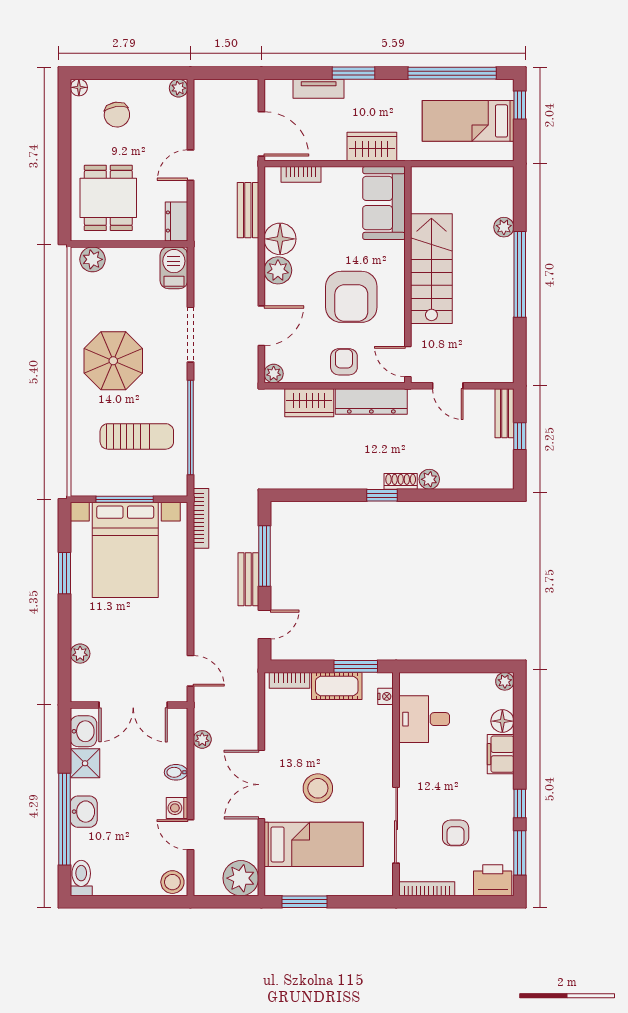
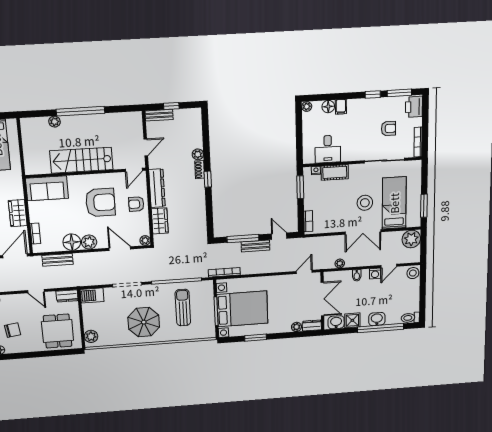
wardrobe: (372, 146) -> (18, 213), moved
dining table: (108, 198) -> (58, 331), turned 90
dresser: (81, 684) -> (312, 325), added
cot: (337, 686) -> (335, 172), moved, turned 90
filing cabinet: (501, 754) -> (341, 107), width x0.50

